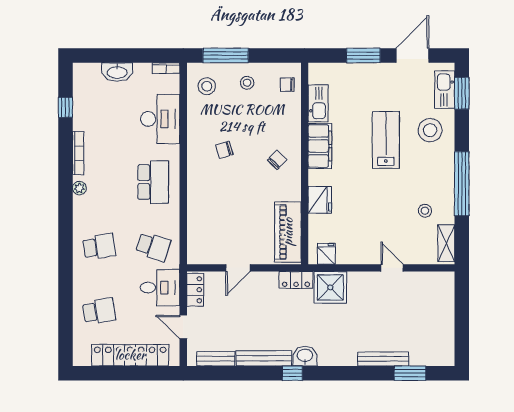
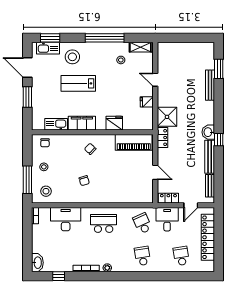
washbasin: (117, 72) -> (37, 263), moved
school desk: (153, 247) -> (142, 223), turned -42
fridge: (326, 254) -> (147, 102), moved
door: (392, 268) -> (155, 80), hinge flipped

